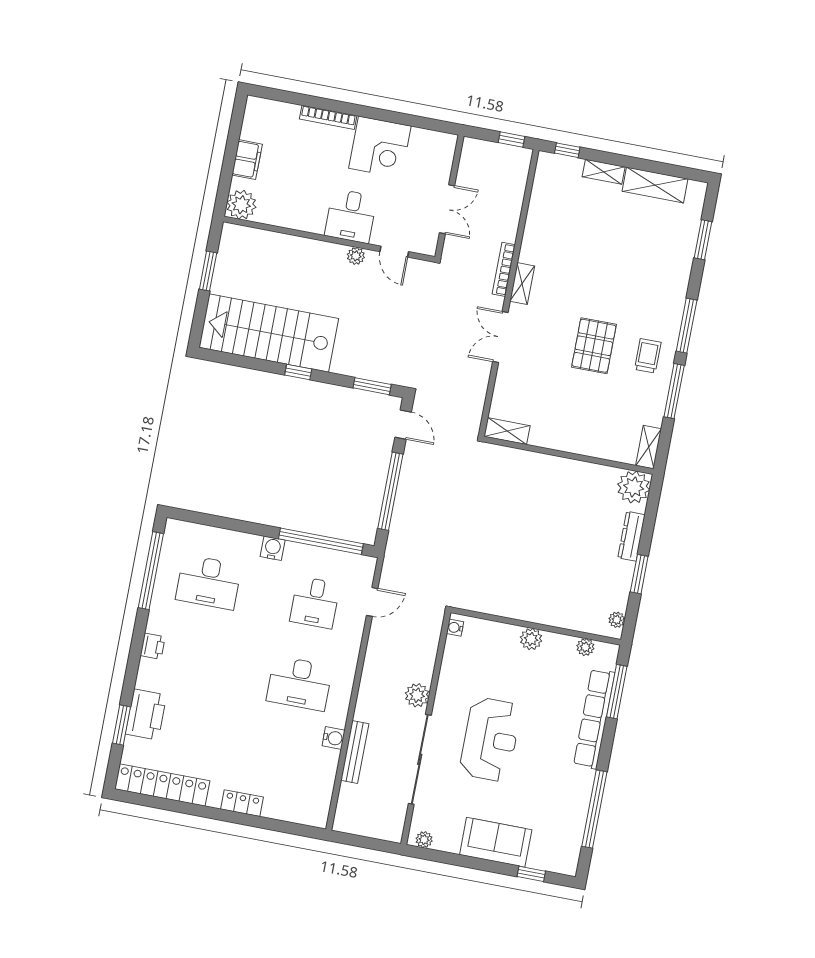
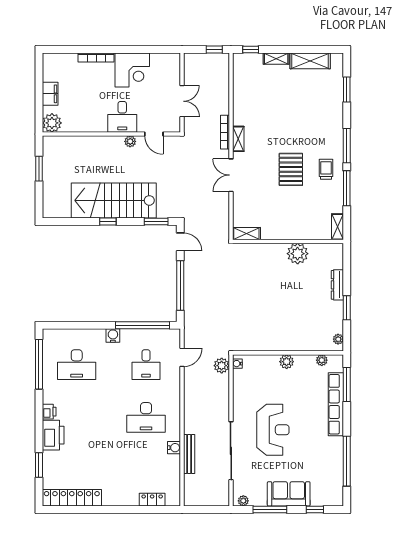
stairs: (269, 333) -> (114, 200), moved
plant: (634, 487) -> (298, 254), moved
plant: (417, 695) -> (222, 366), moved
printer: (146, 714) -> (53, 435), moved
locker: (242, 803) -> (152, 500), moved
window: (462, 861) -> (270, 510), added

